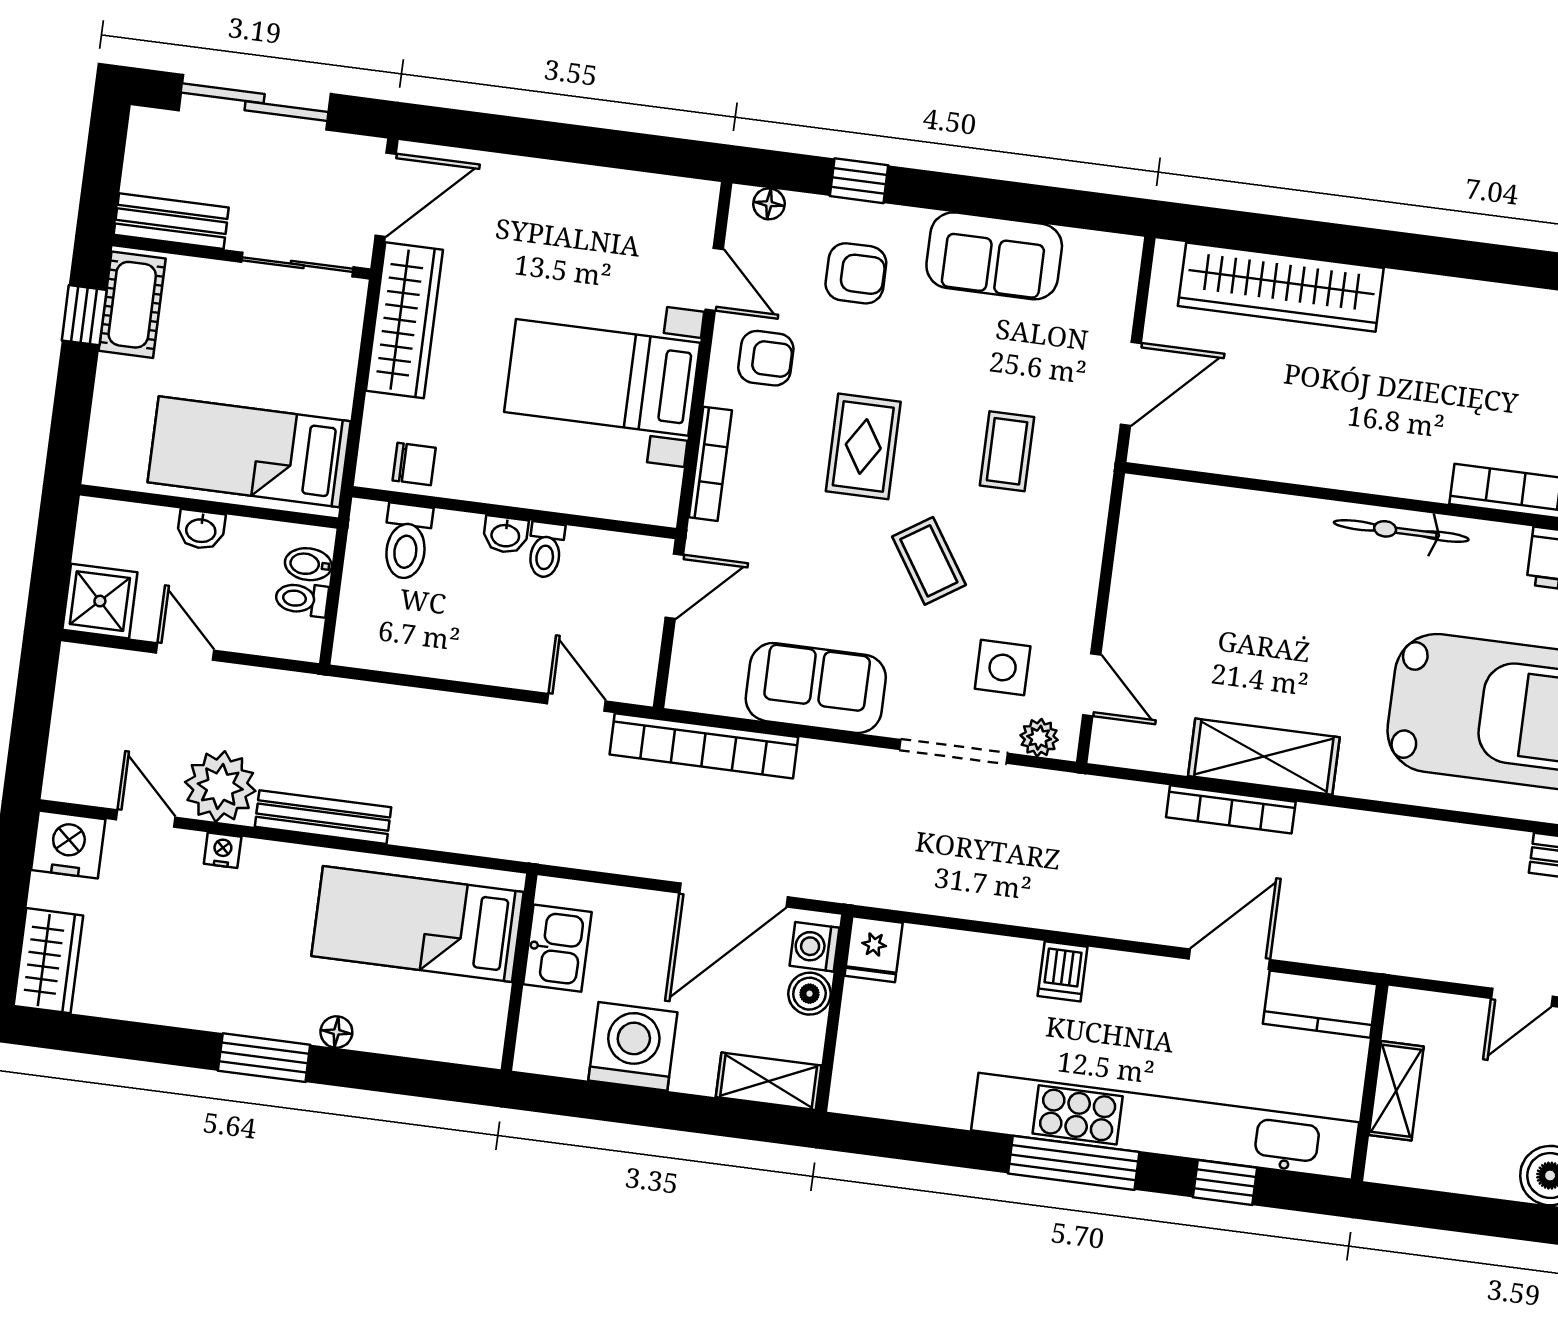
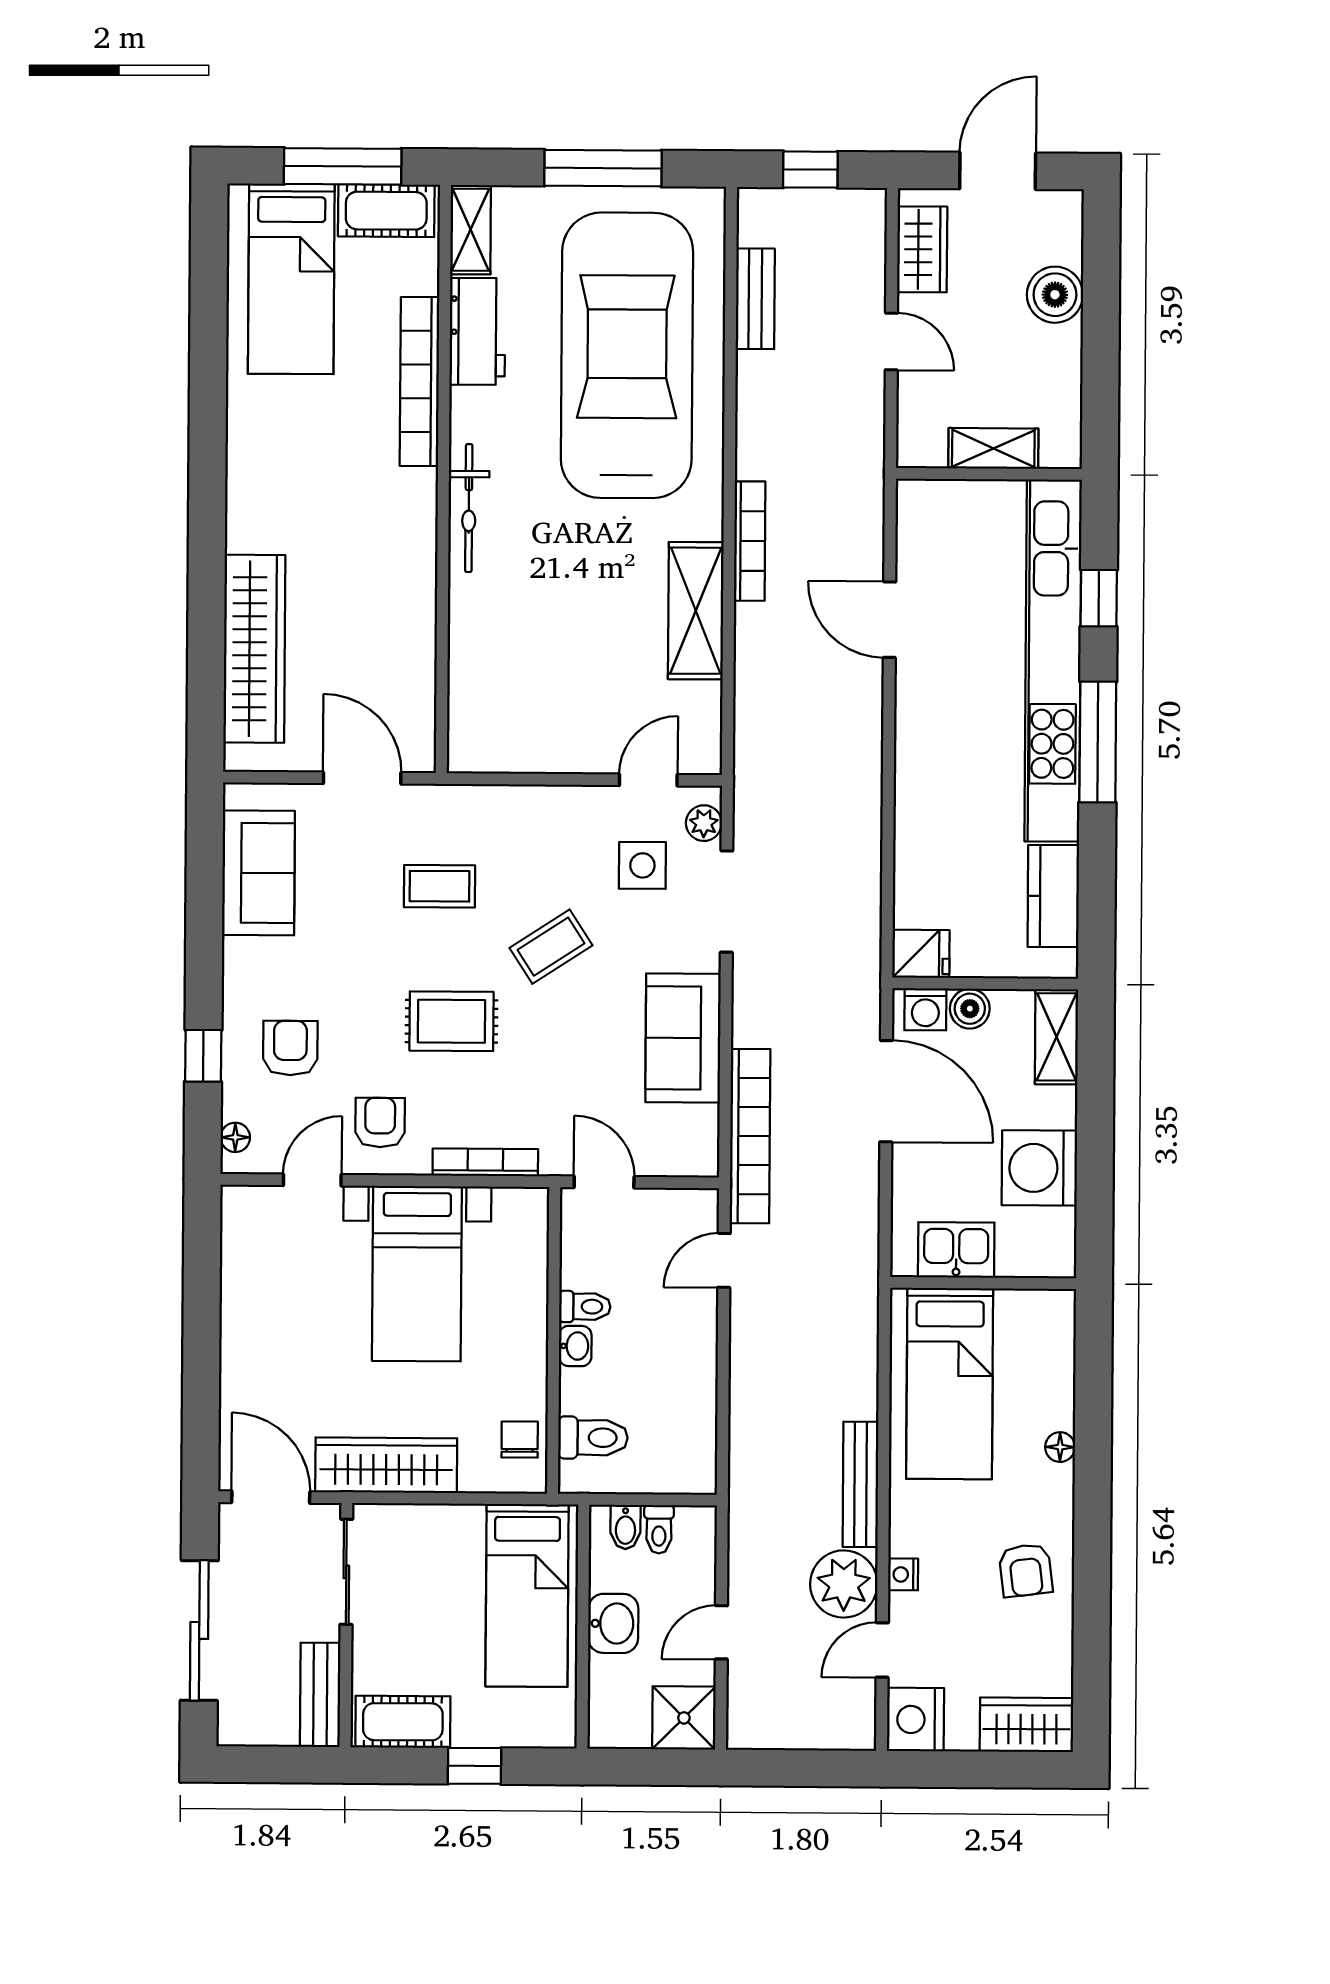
sofa: (994, 256) -> (258, 873), moved
window: (84, 315) -> (475, 1766), moved
washbasin: (201, 530) -> (613, 1623), width x1.38, depth x1.45
bookcase: (1231, 809) -> (750, 541), moved
dishwasher: (1063, 971) -> (920, 774), removed
armchair: (211, 980) -> (1026, 1570), added
kitchen counter: (1320, 1004) -> (1053, 896), moved, turned 180
window: (264, 1058) -> (1092, 1512), removed

